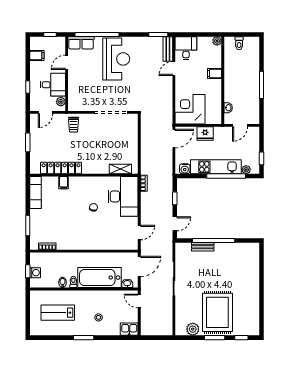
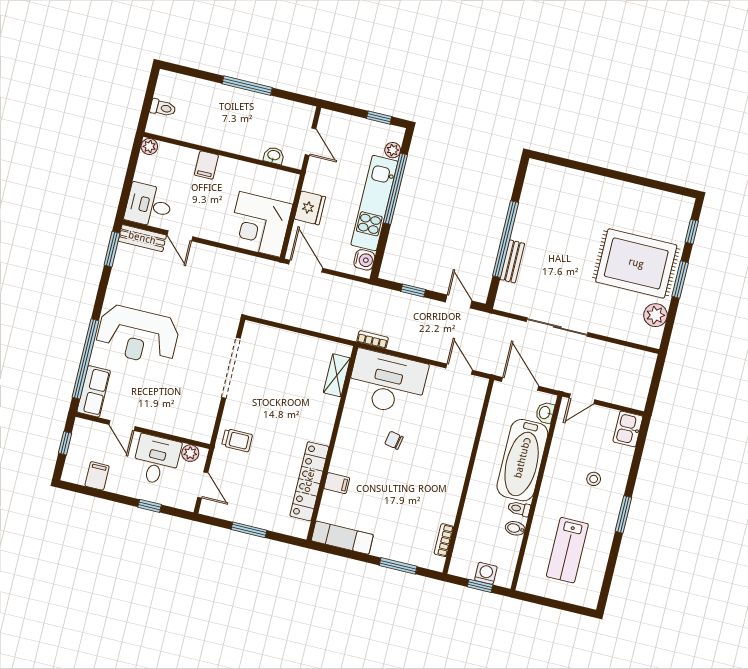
reception desk: (116, 59) -> (138, 335), turned 180

